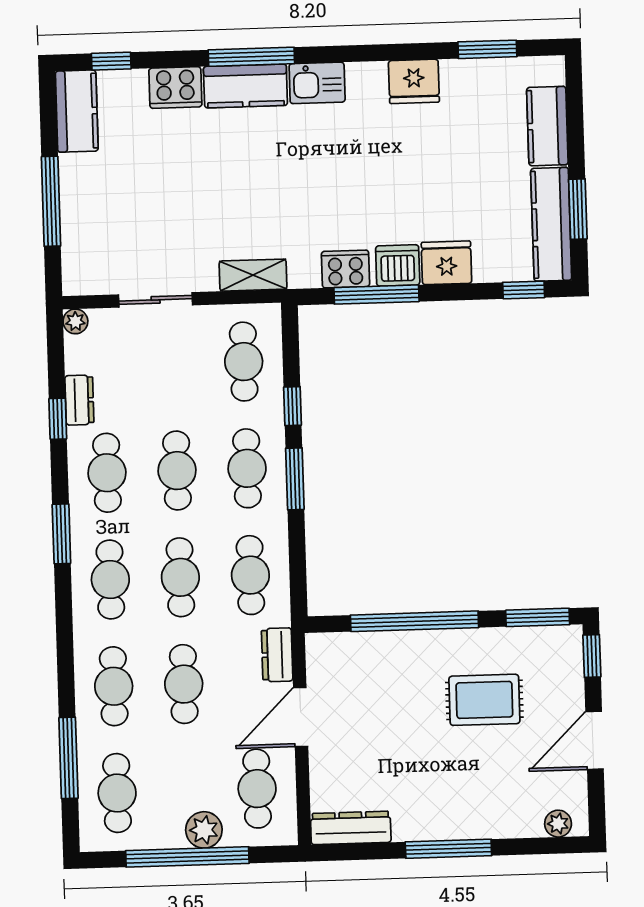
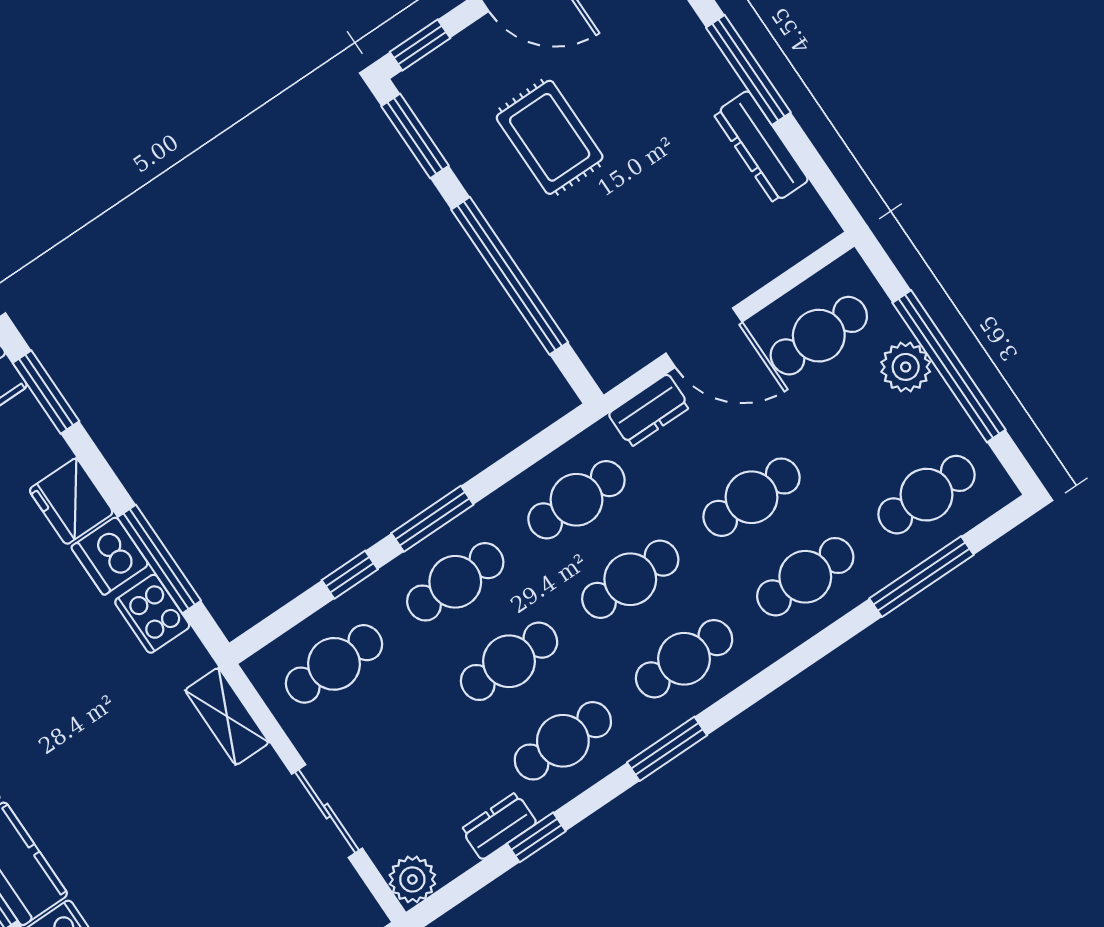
window: (524, 290) -> (46, 392), width x1.50
plant: (75, 321) -> (412, 879), width x1.38, depth x1.38
dresser: (351, 828) -> (761, 147), moved

